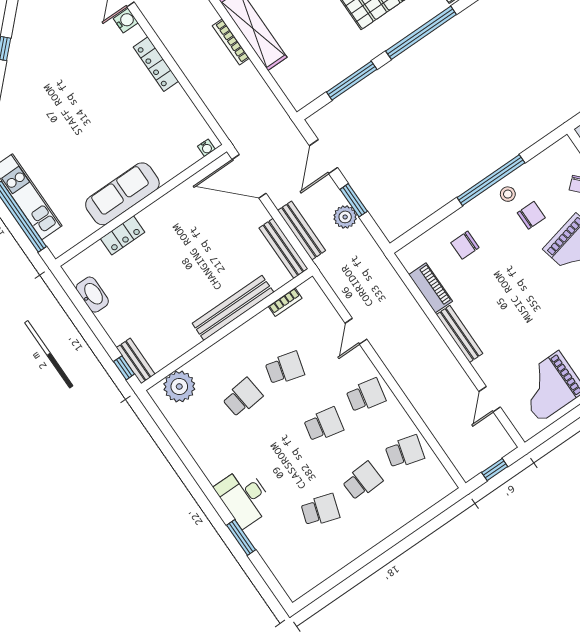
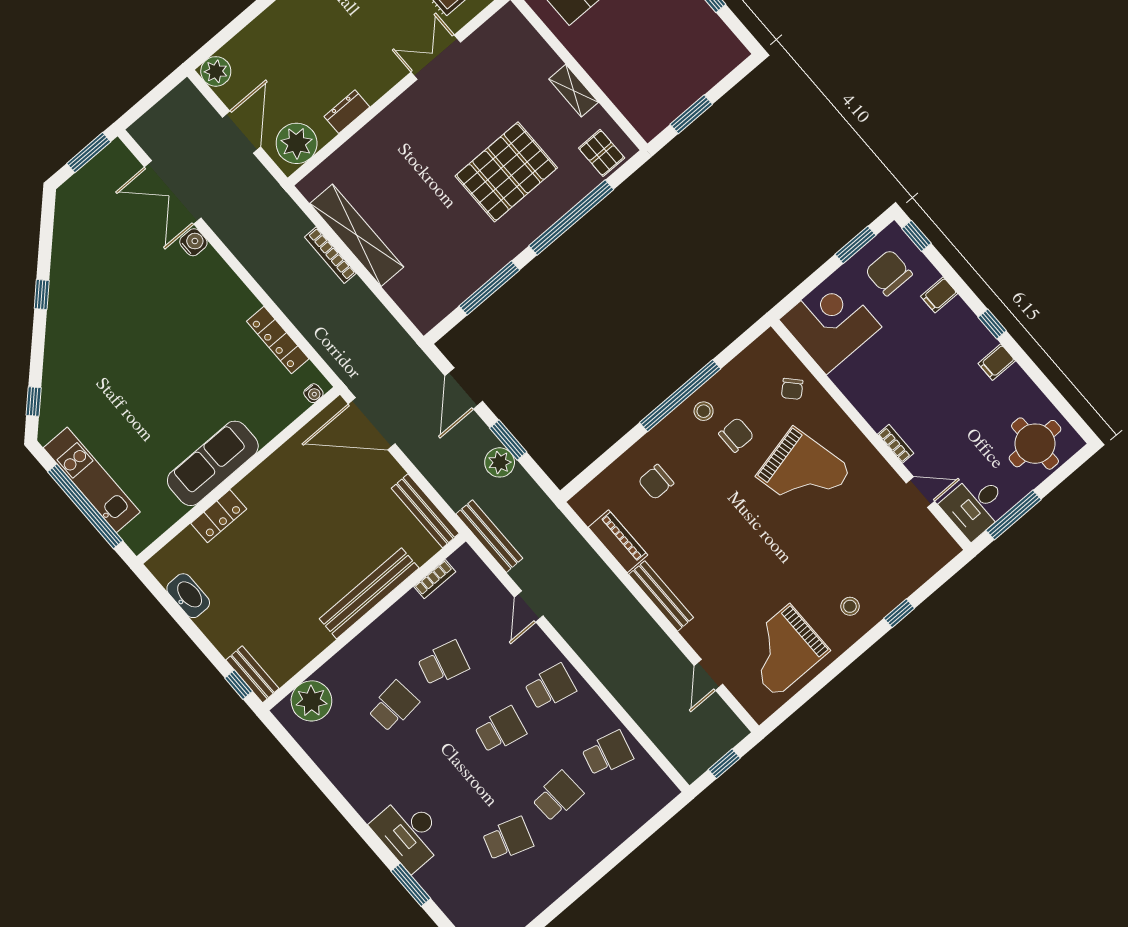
locker: (156, 64) -> (278, 340), moved
bench: (302, 231) -> (489, 536), moved

